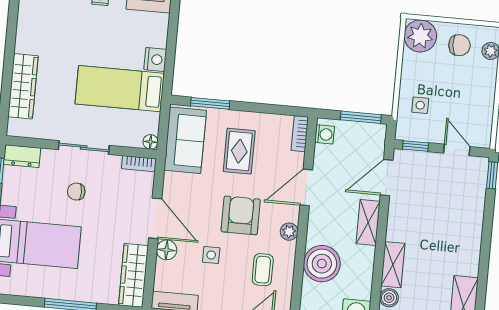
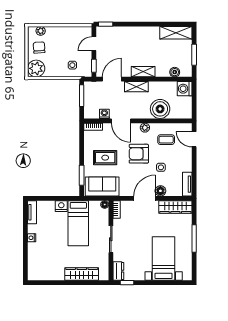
washing machine: (325, 134) -> (104, 114), moved
door: (387, 178) -> (112, 79), swing flipped
chair: (76, 192) -> (134, 241), removed
shelving: (393, 265) -> (143, 72), moved

